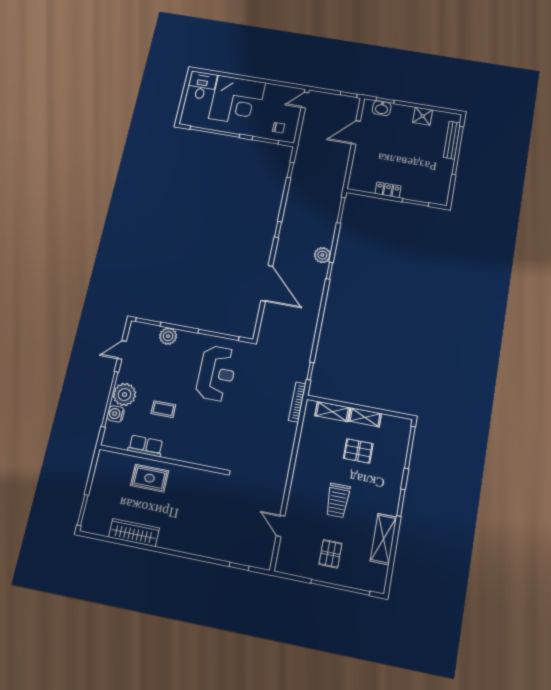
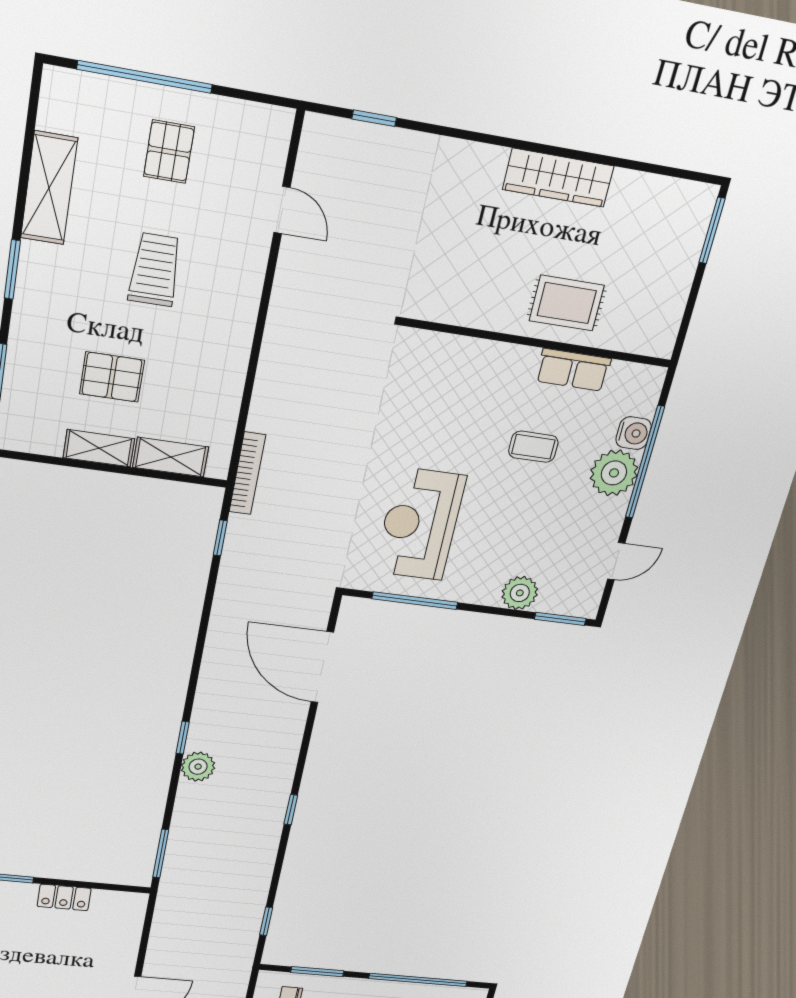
door: (267, 283) -> (322, 667), moved
wardrobe: (134, 533) -> (558, 178), moved

